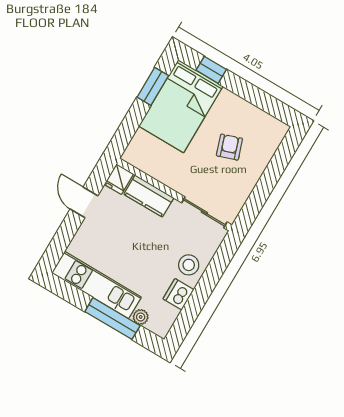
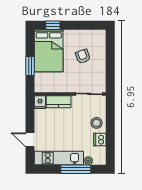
window: (153, 86) -> (30, 66), moved
door: (84, 202) -> (30, 140), moved

